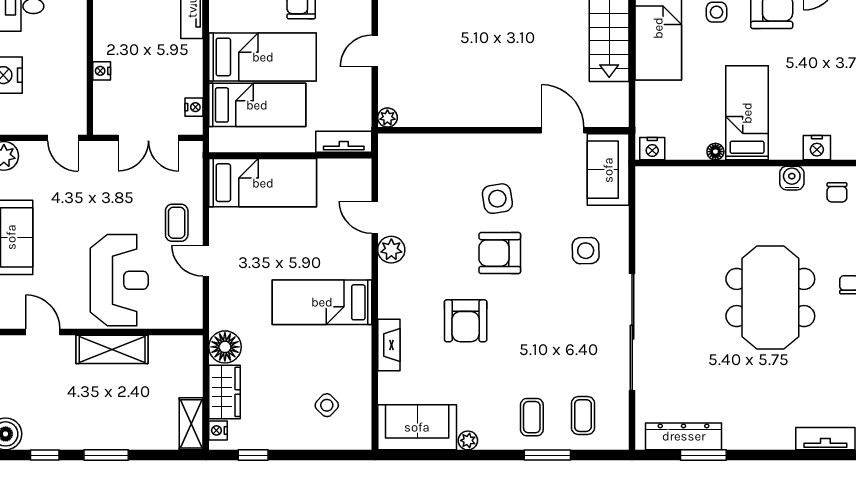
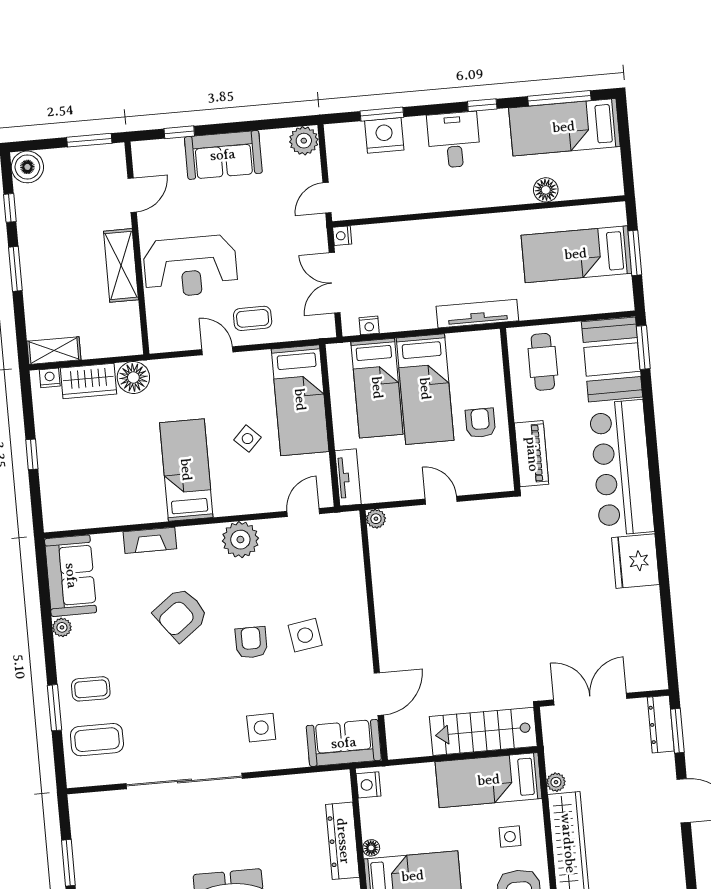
nightstand: (102, 71) -> (342, 236), moved, turned -90
door: (375, 217) -> (303, 512), moved
plant: (391, 250) -> (240, 540), width x1.36, depth x1.36
armchair: (500, 253) -> (251, 642), width x0.72, depth x0.72
door: (206, 261) -> (217, 351), hinge flipped
armchair: (466, 321) -> (181, 614), turned -37
side table: (327, 405) -> (247, 439), moved
coffee table: (583, 416) -> (97, 740), width x1.36, depth x1.30
dresser: (684, 436) -> (343, 841), moved, turned 180
window: (253, 455) -> (32, 454), moved

